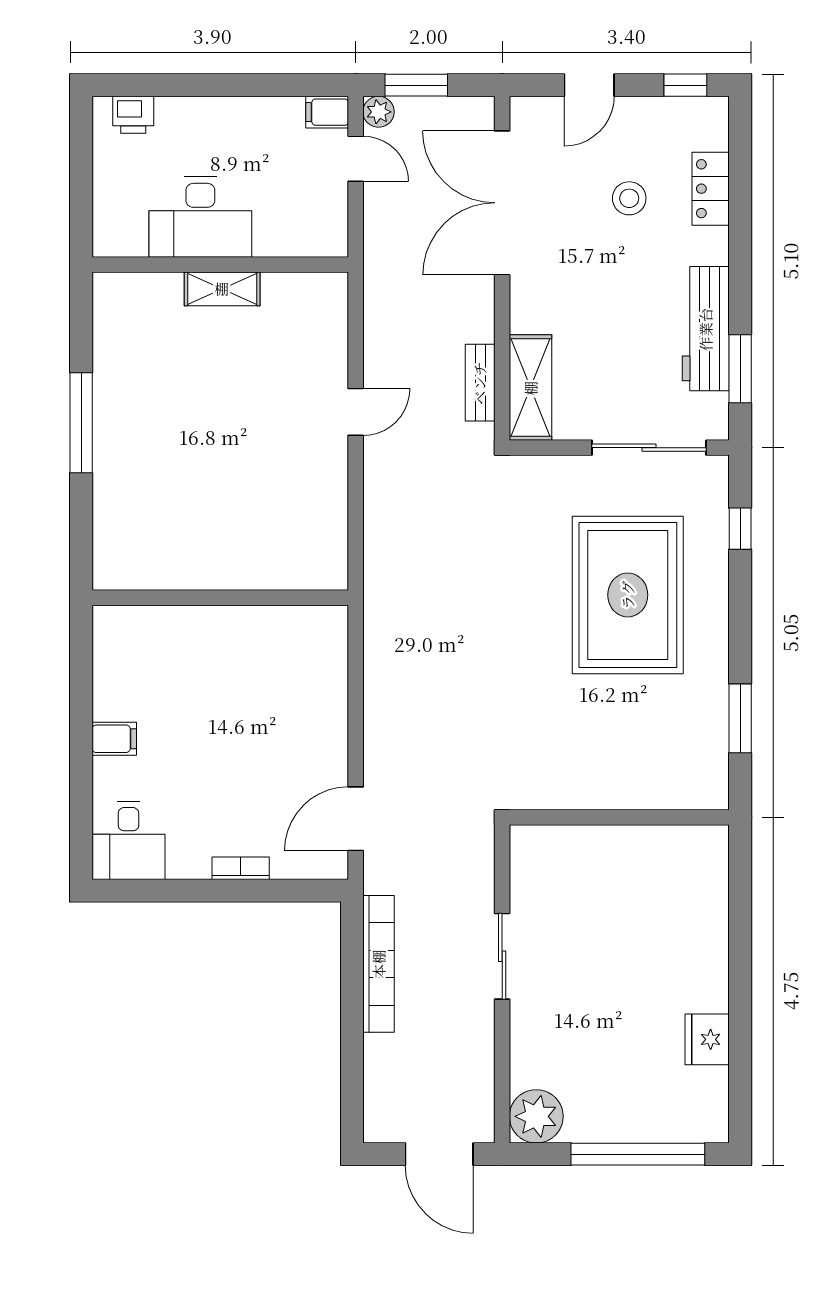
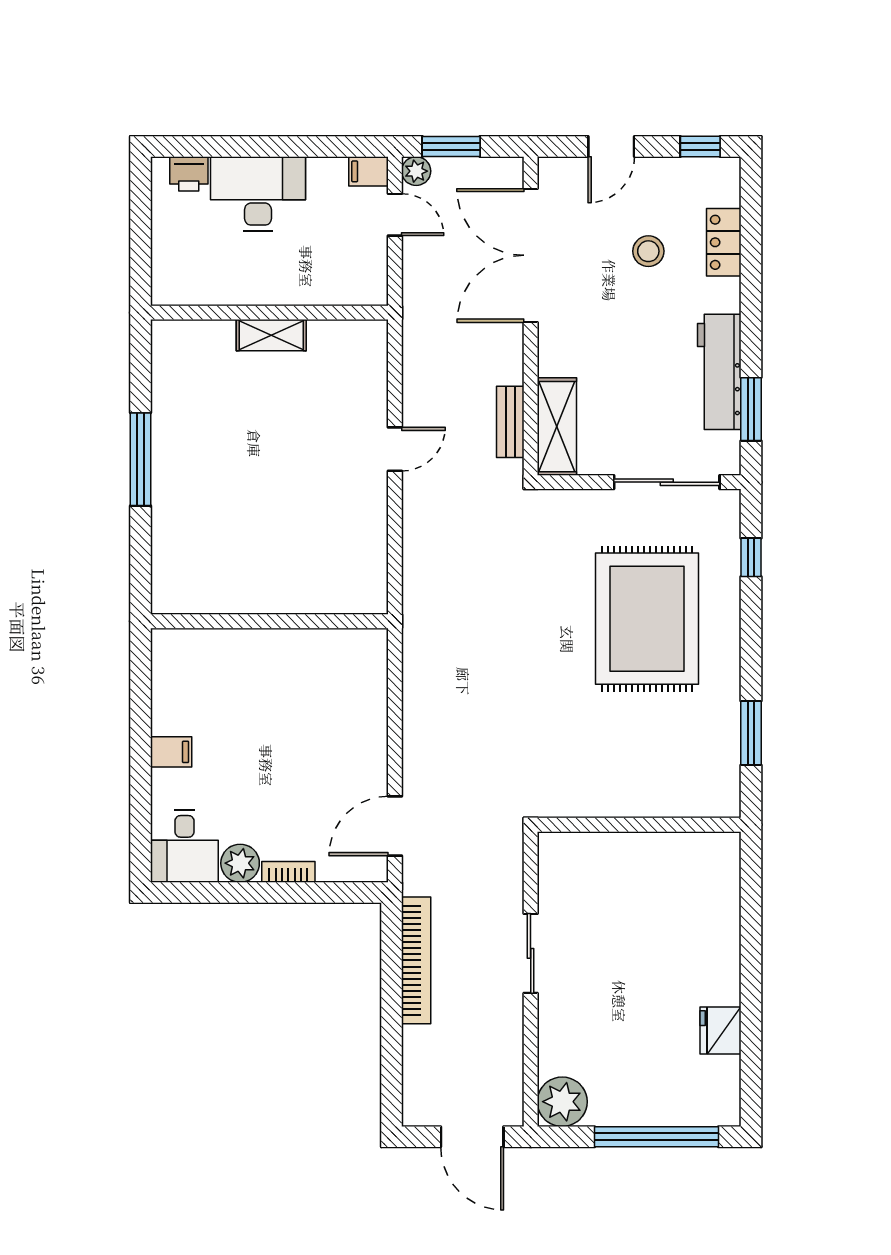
desk: (200, 217) -> (258, 194), moved, turned 180
plant: (189, 859) -> (240, 863), added

